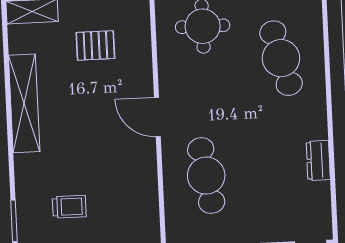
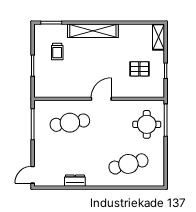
pallet: (95, 45) -> (139, 69), turned 90
shelving: (24, 103) -> (93, 31), moved

